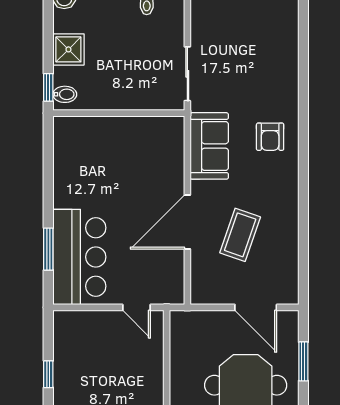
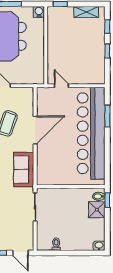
shower: (68, 49) -> (97, 210), moved
bar counter: (79, 257) -> (91, 133), width x1.86

